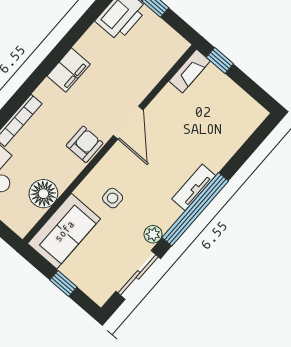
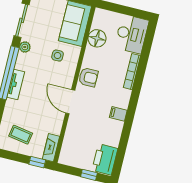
filing cabinet: (69, 70) -> (118, 114), width x0.50
coffee table: (223, 112) -> (21, 135), added
armchair: (85, 144) -> (88, 77), turned -90

